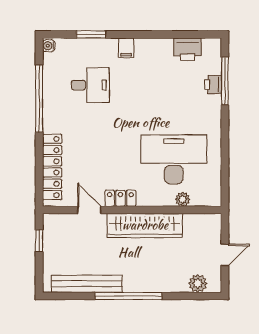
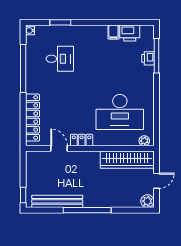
filing cabinet: (126, 48) -> (113, 32), moved
desk: (174, 159) -> (120, 112), turned 180
plant: (183, 199) -> (144, 141), moved
wardrobe: (145, 225) -> (127, 160), moved
window: (39, 241) -> (23, 195), moved
plant: (198, 283) -> (147, 201), moved

